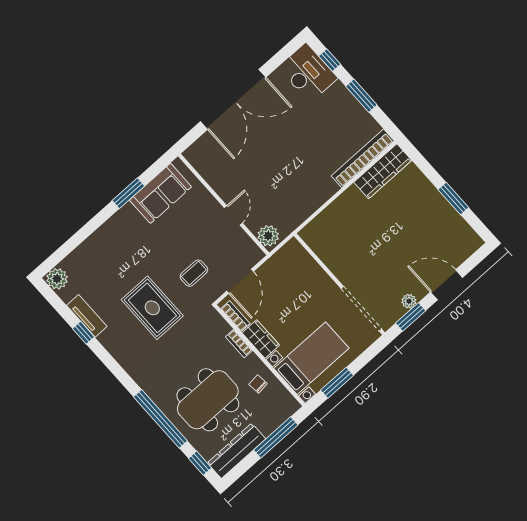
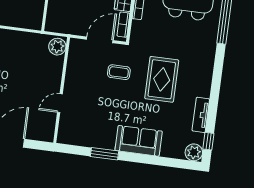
sofa: (160, 193) -> (139, 141), moved
door: (233, 215) -> (60, 103), moved
window: (83, 333) -> (208, 141), moved

